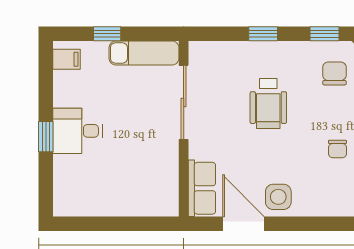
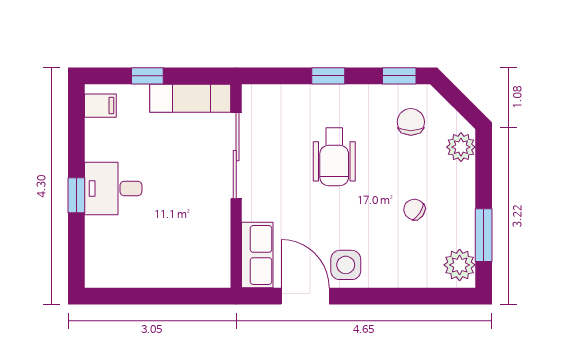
chair: (337, 149) -> (414, 210), turned 124

